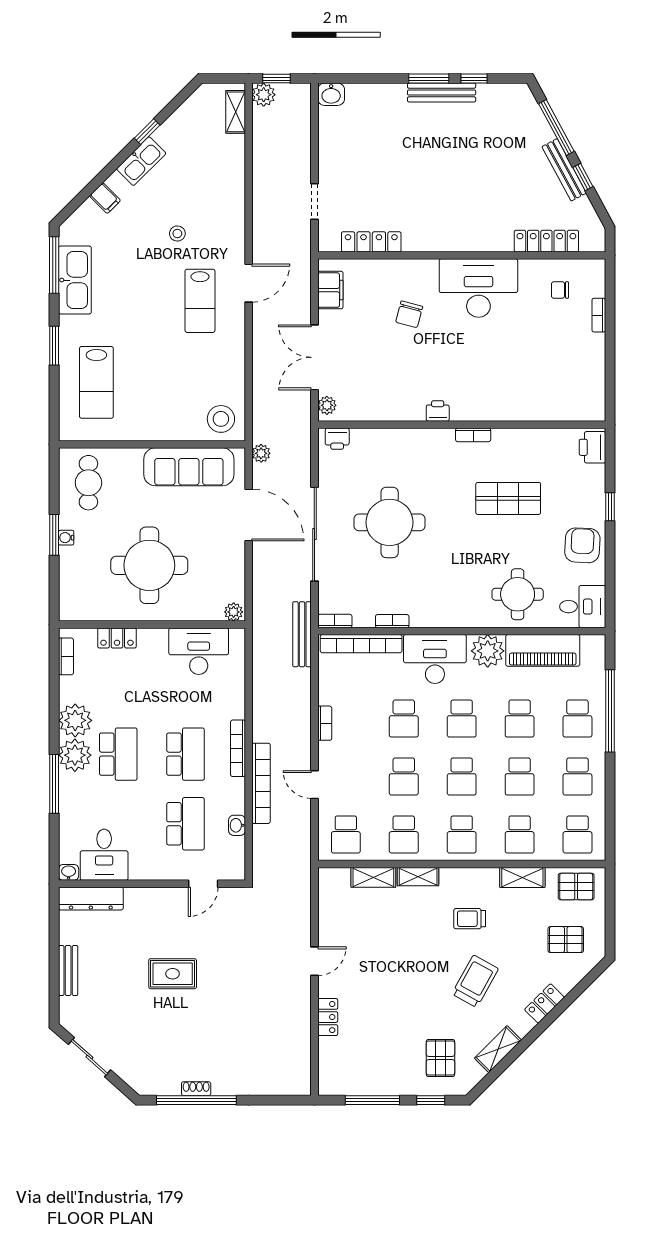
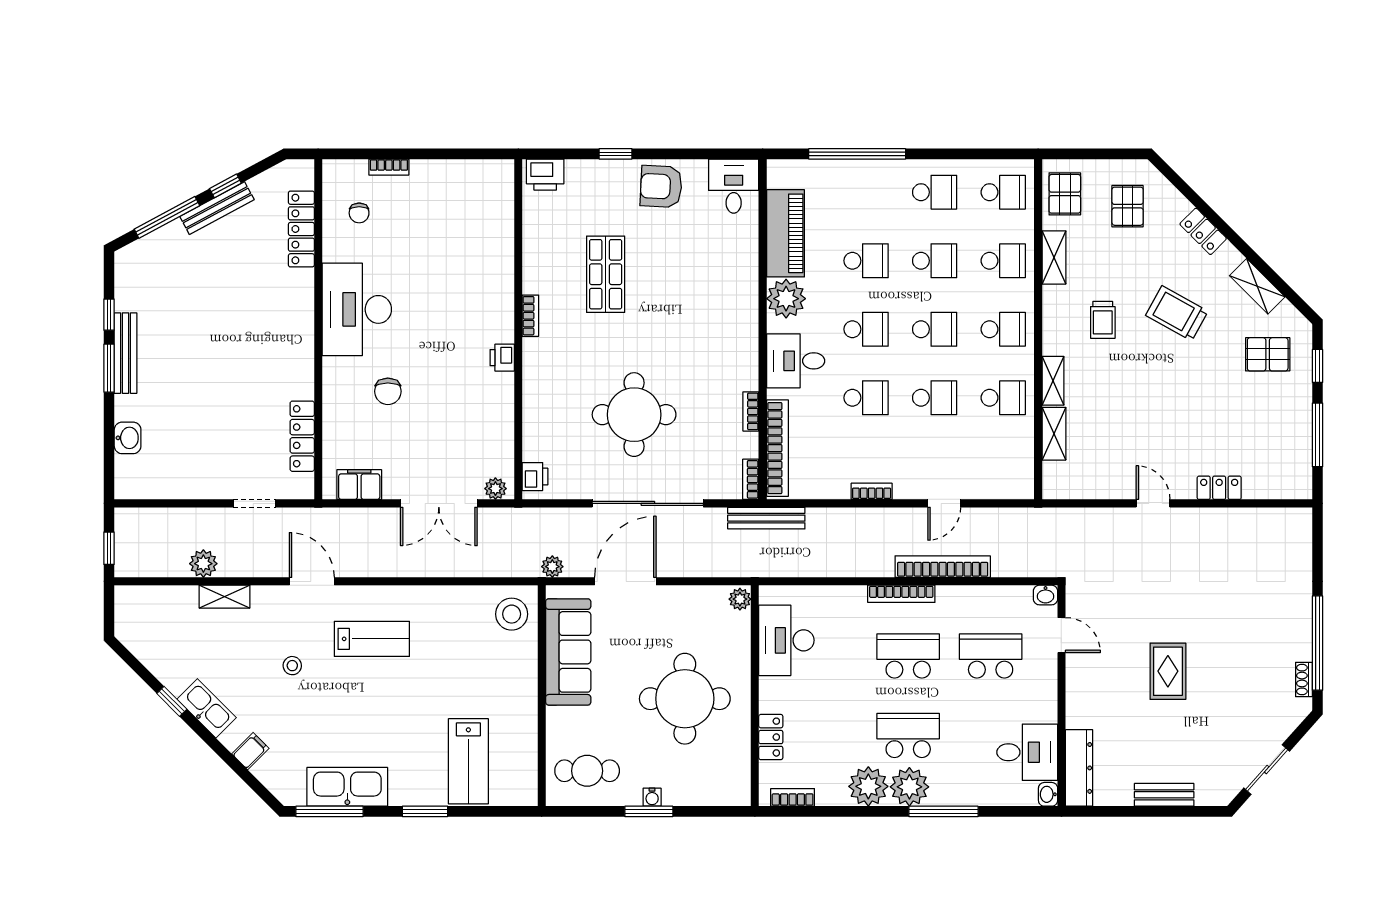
washbasin: (331, 94) -> (128, 438), moved
plant: (264, 95) -> (203, 564), moved
shelving: (236, 112) -> (224, 597), moved
door: (249, 283) -> (312, 581), moved
chair: (409, 314) -> (388, 391), turned 75
lab bench: (96, 382) -> (468, 761), turned 90
round table: (518, 594) -> (719, 263), removed
desk: (435, 659) -> (796, 361), width x0.73
school desk: (577, 719) -> (866, 192), removed
washbasin: (237, 825) -> (1045, 595), moved
school desk: (346, 834) -> (1003, 466), removed
shoe rack: (196, 1089) -> (1304, 679), moved

